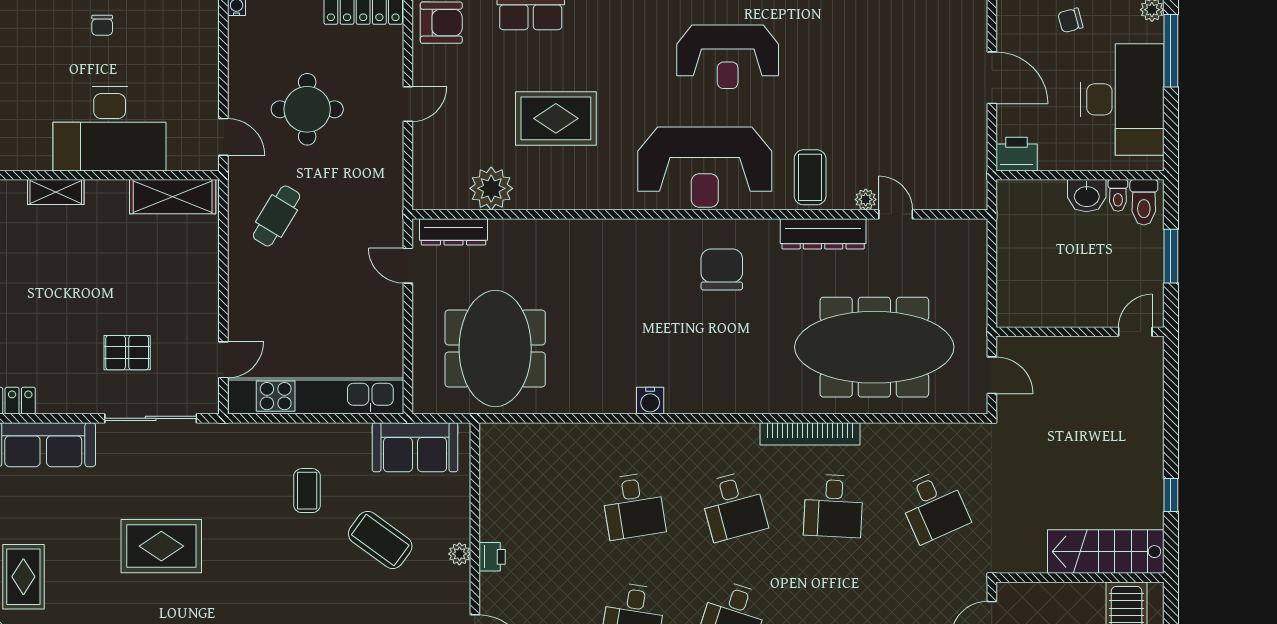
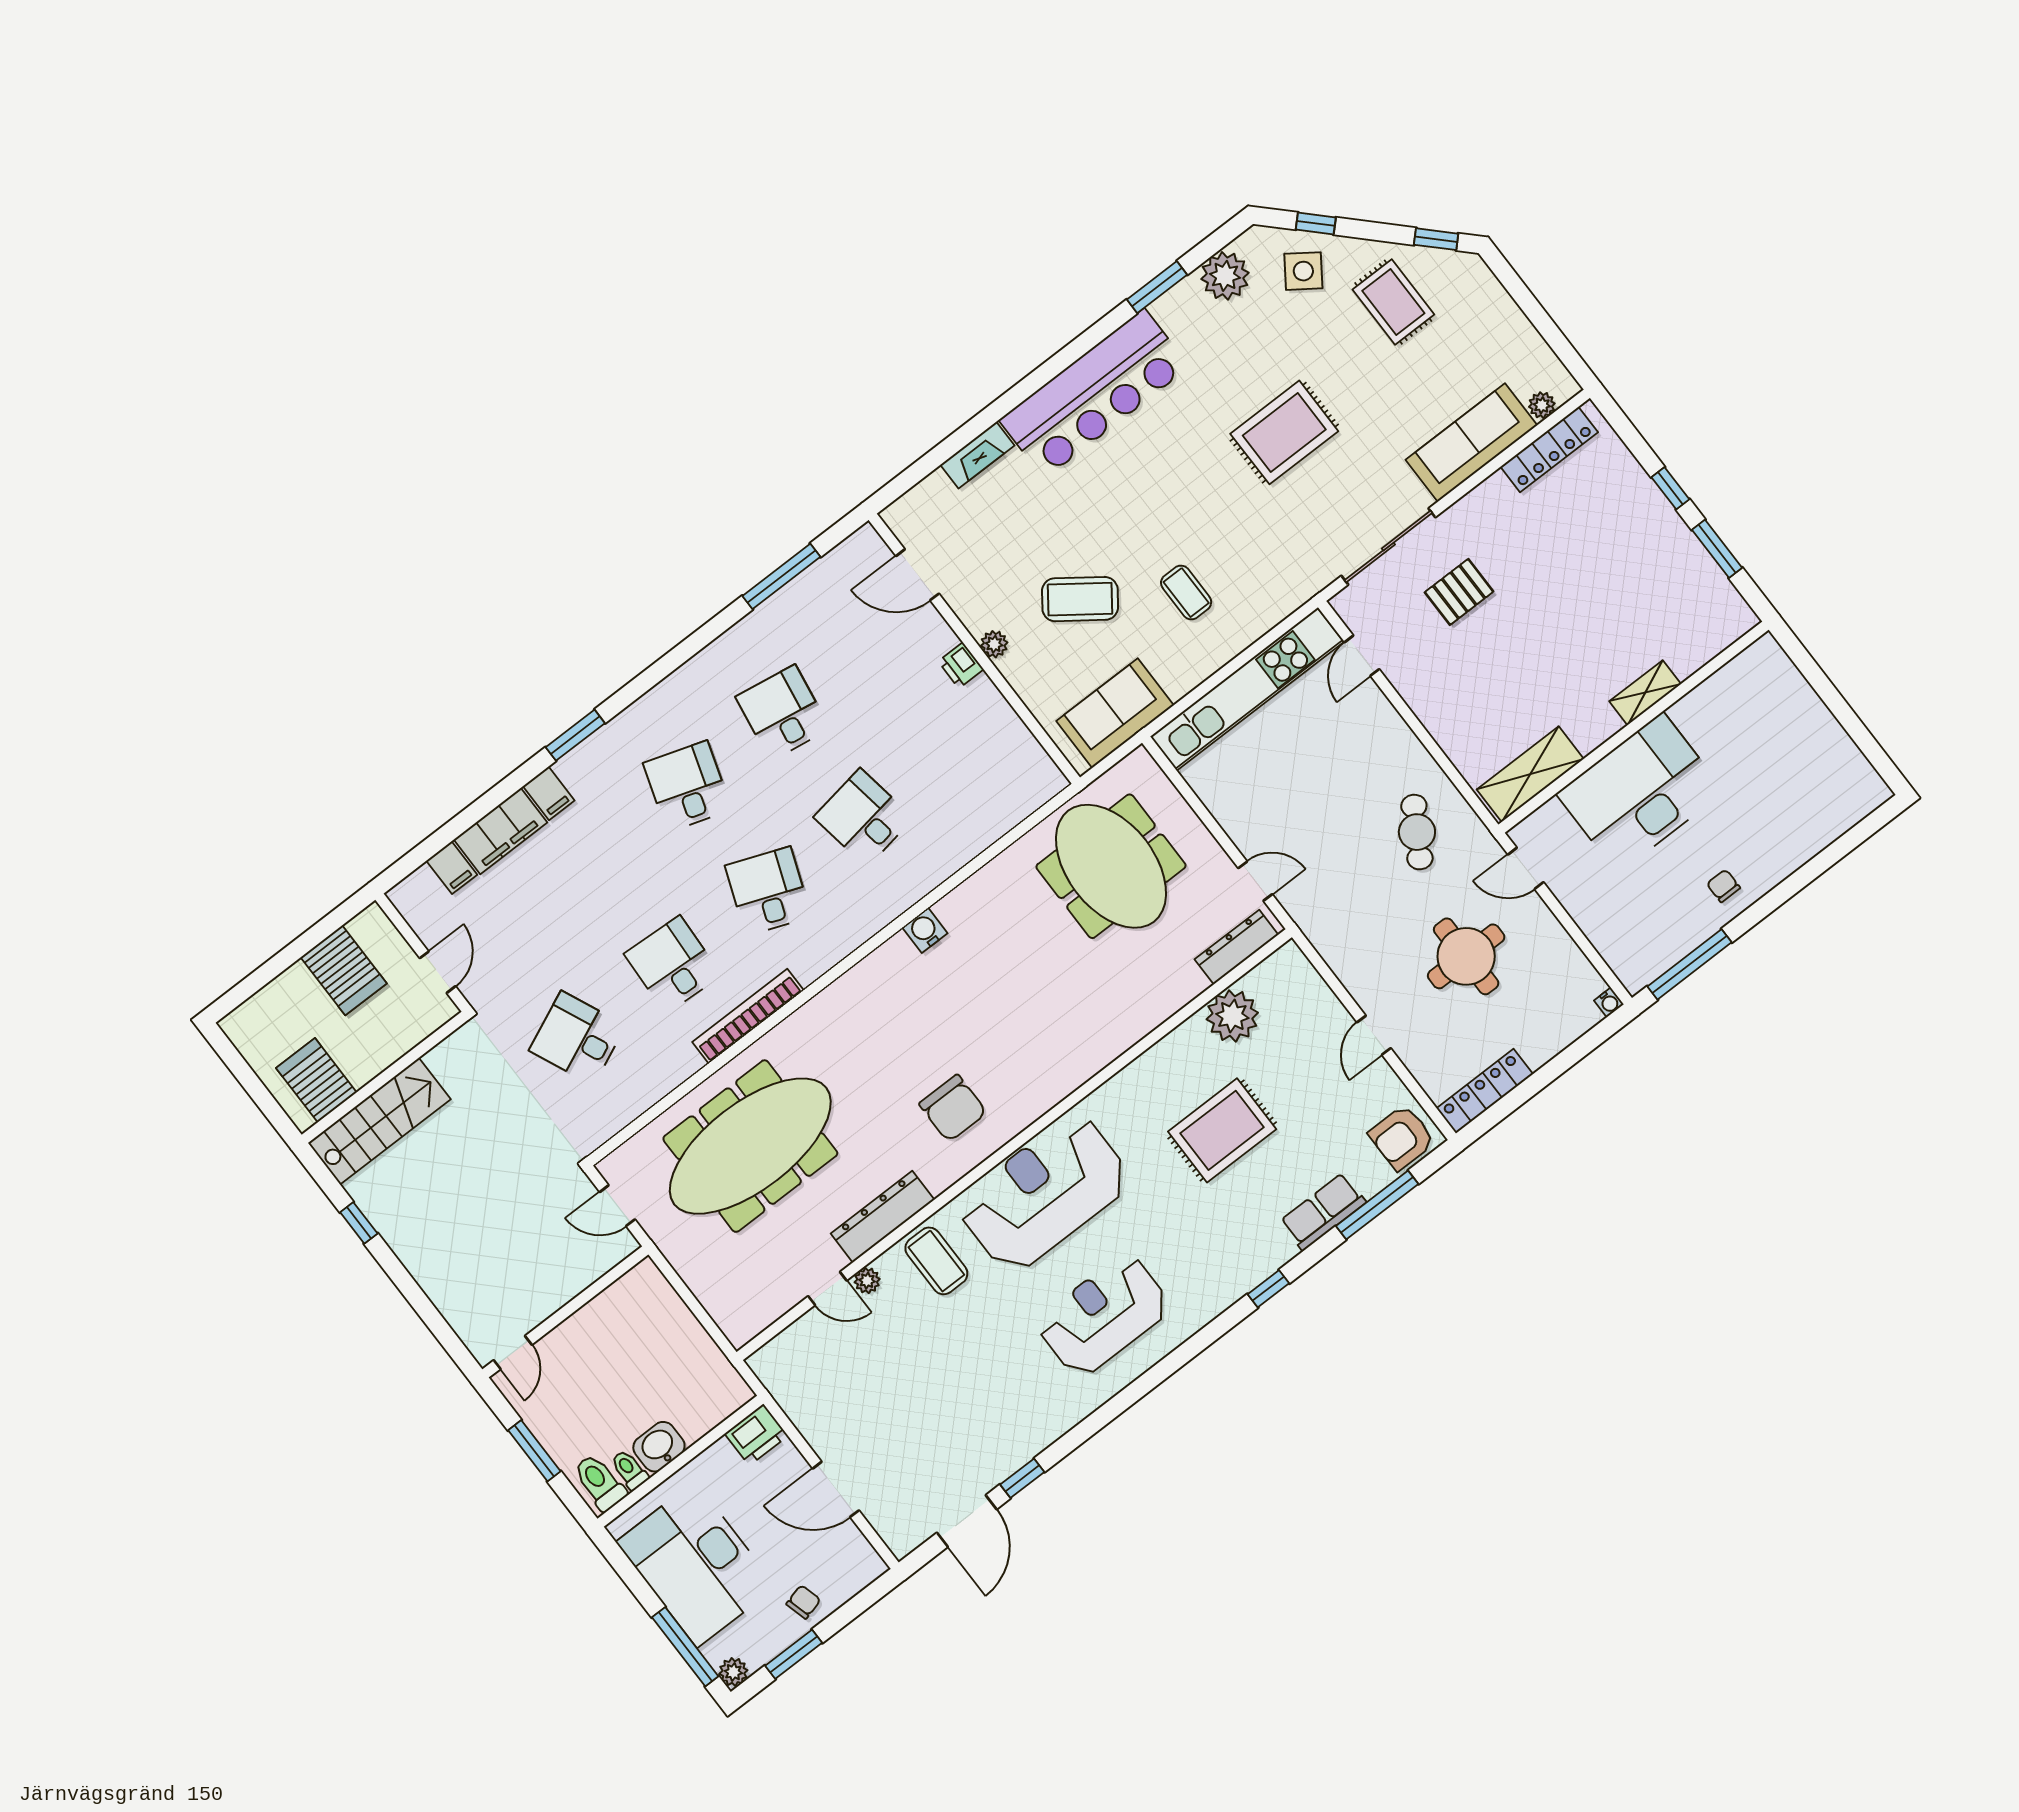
desk: (733, 506) -> (768, 891), turned 36

